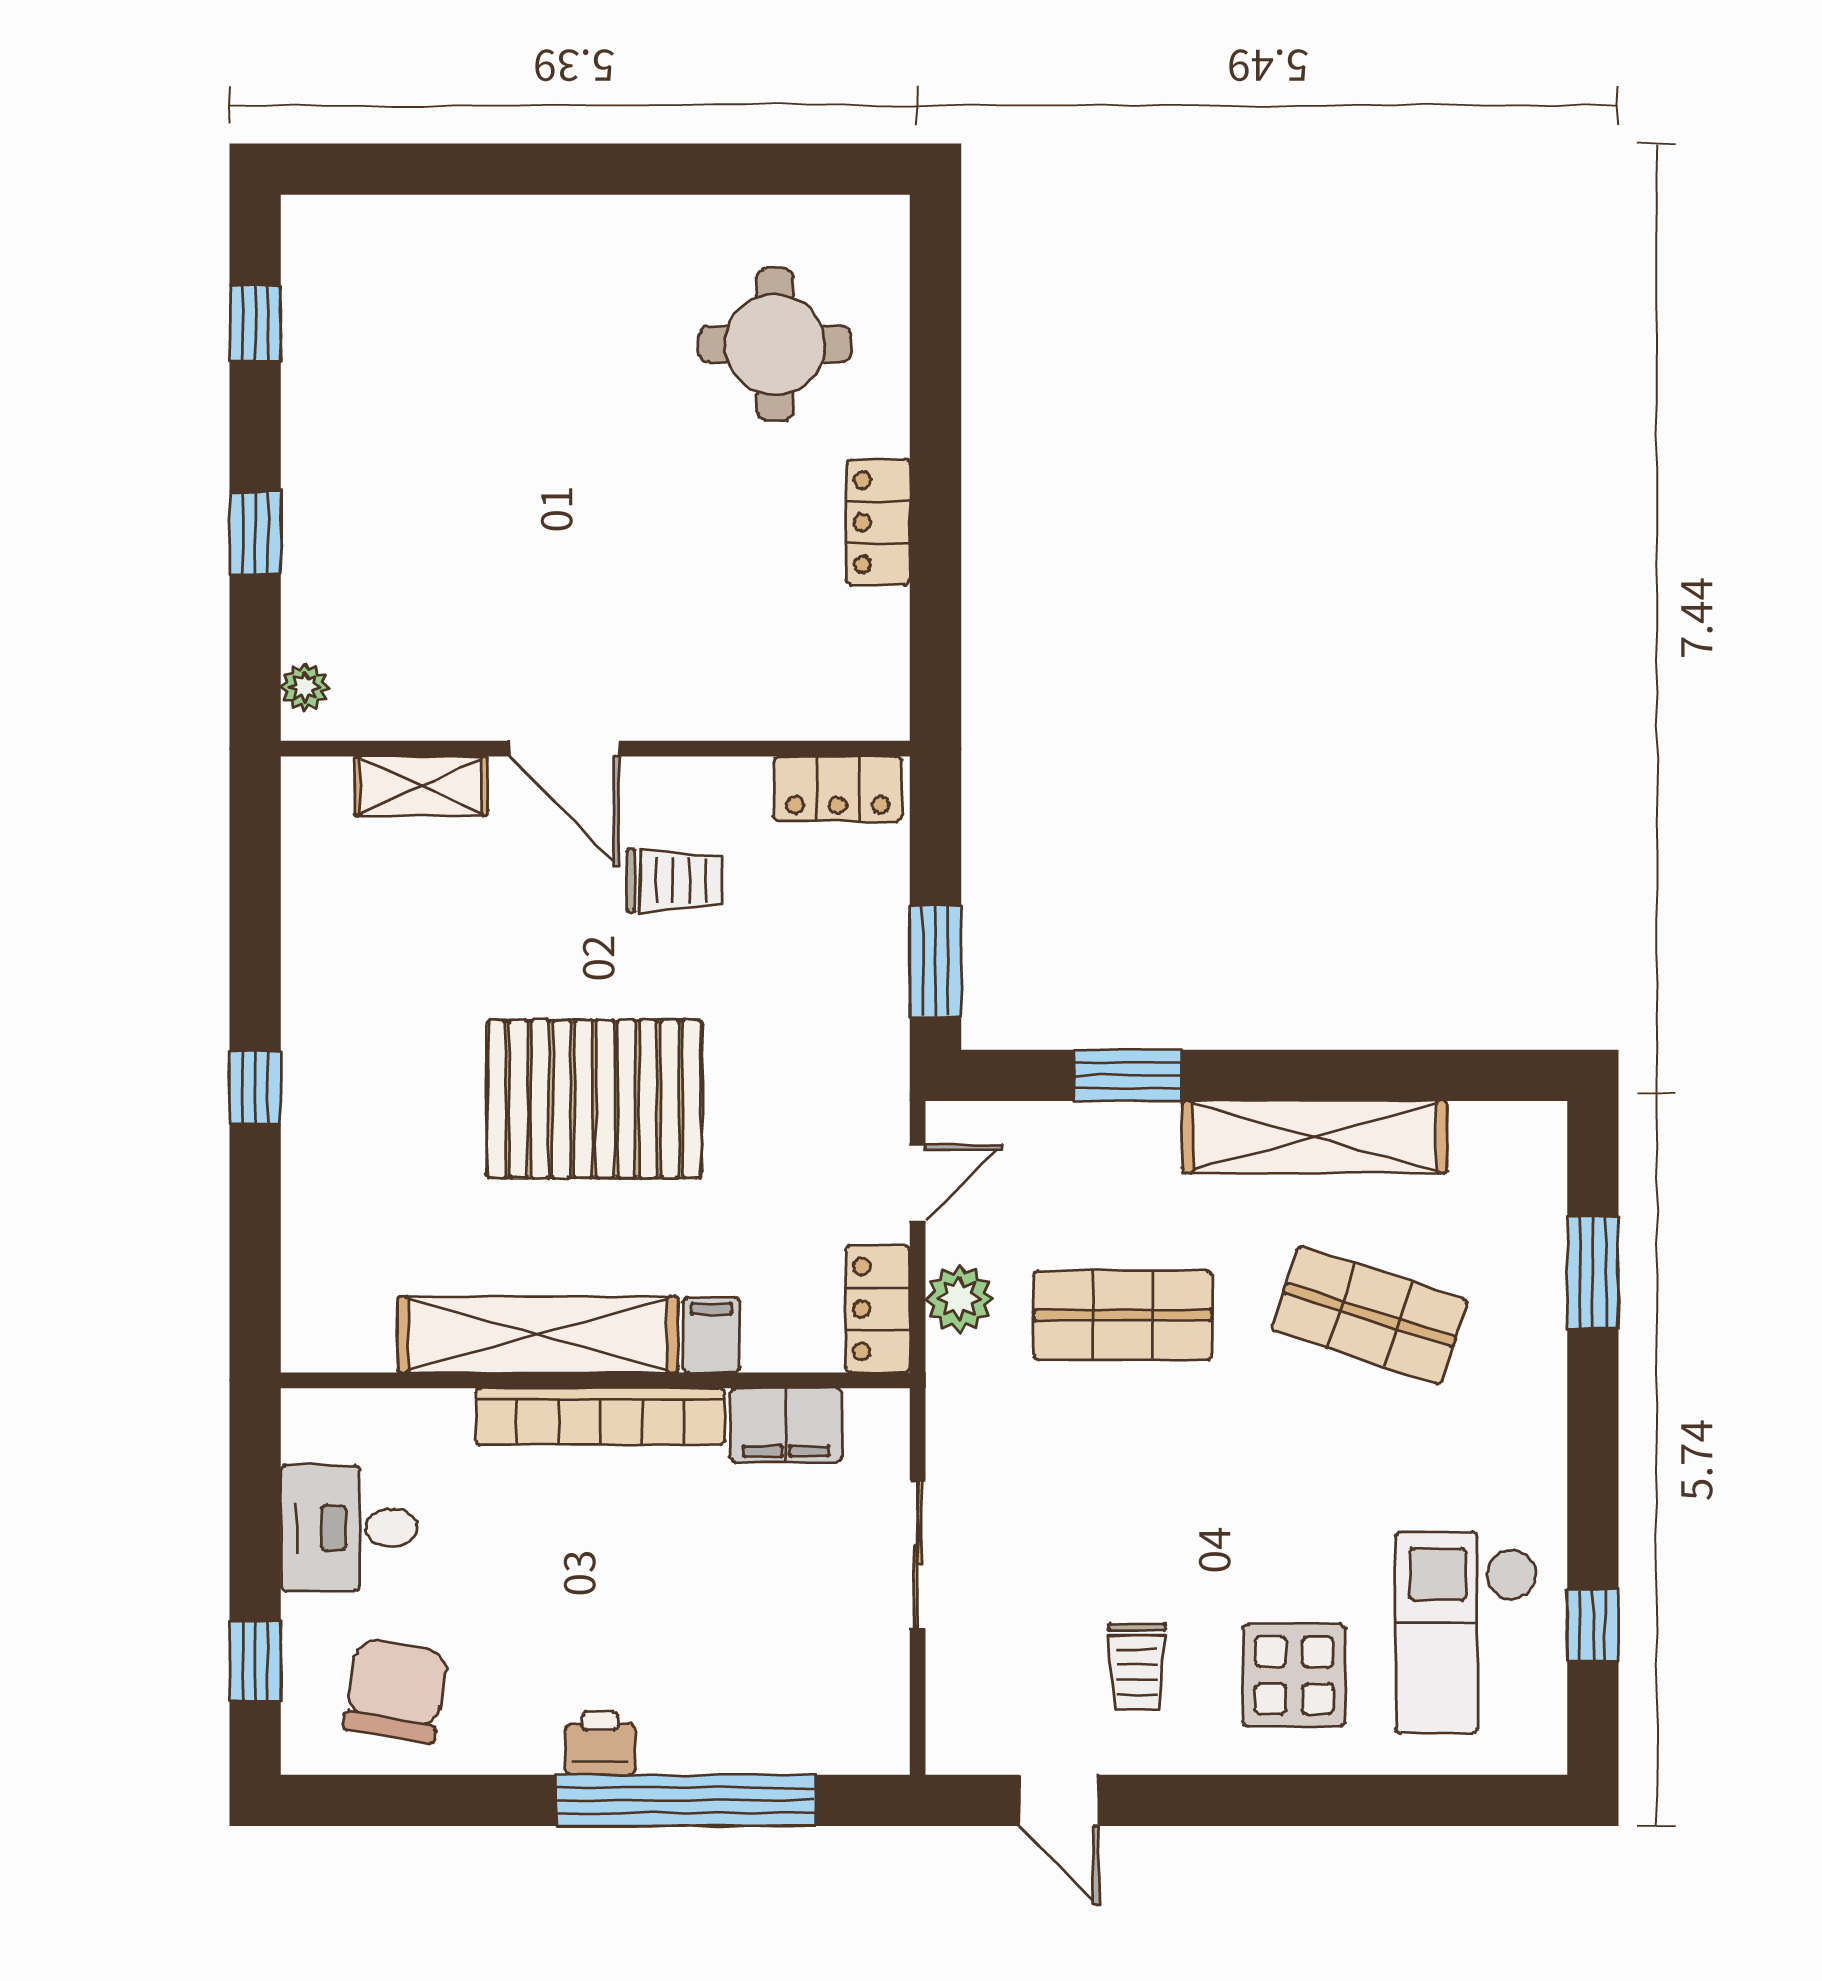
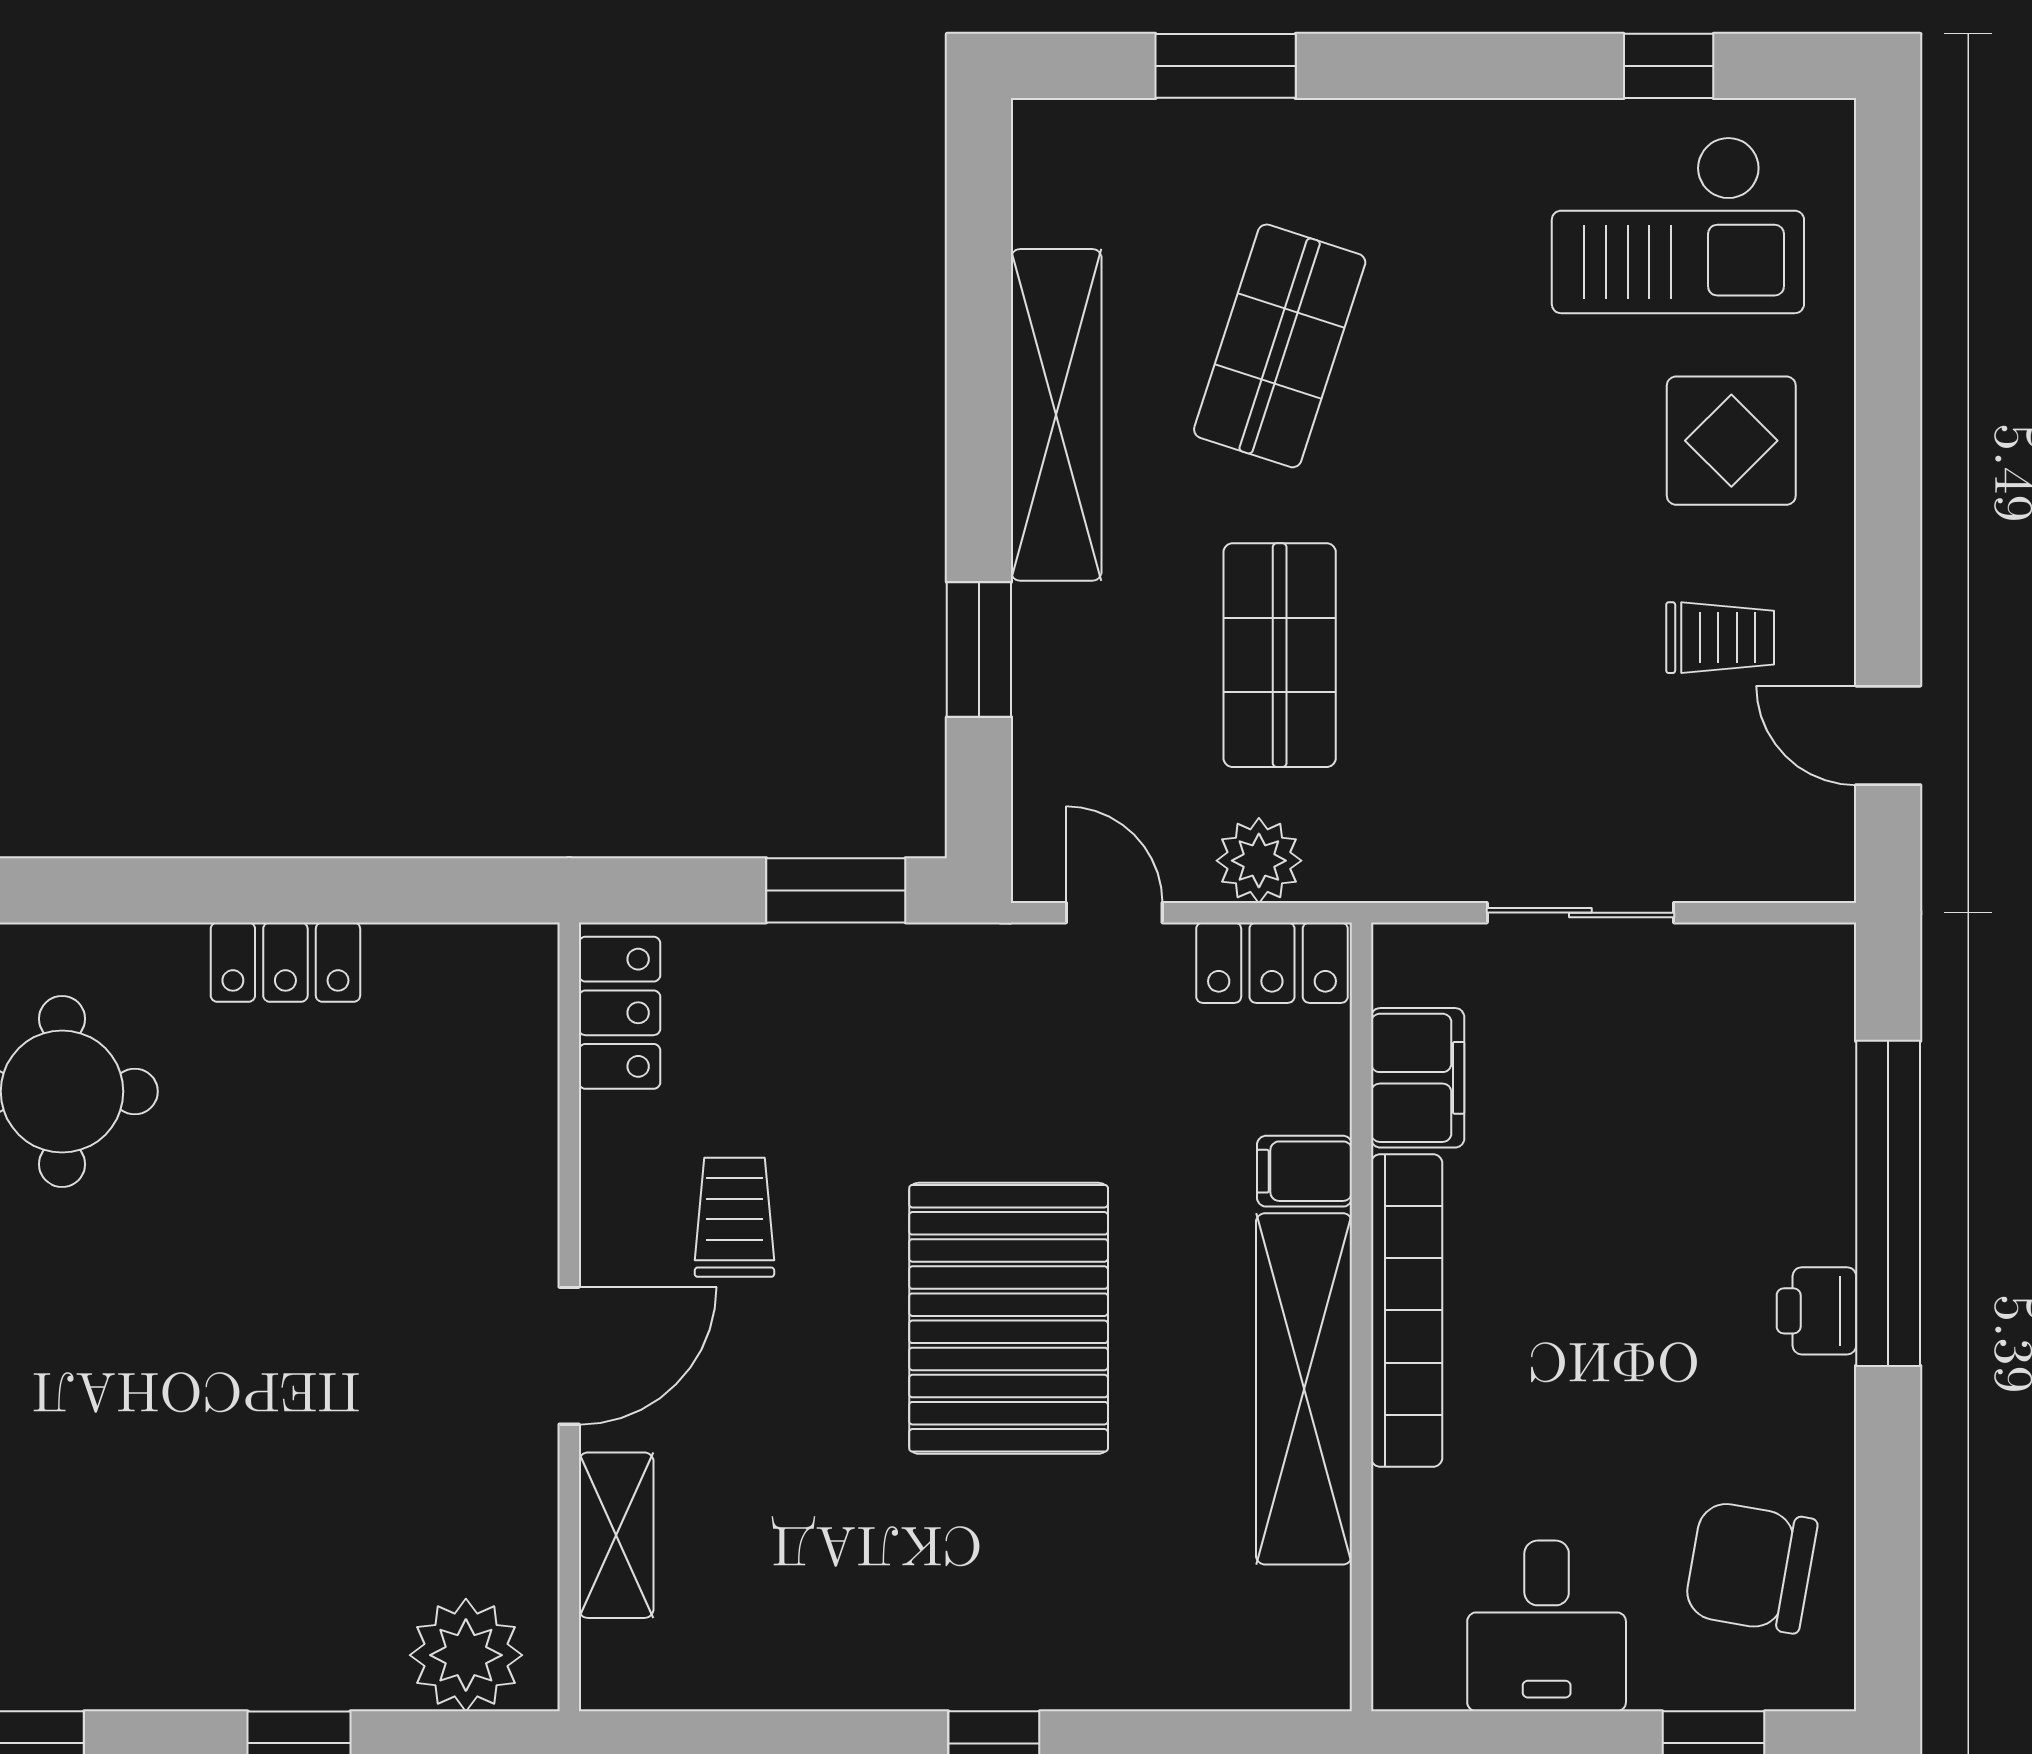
plant: (305, 687) -> (466, 1655), width x1.88, depth x1.88
door: (1059, 1800) -> (1888, 735), swing flipped

